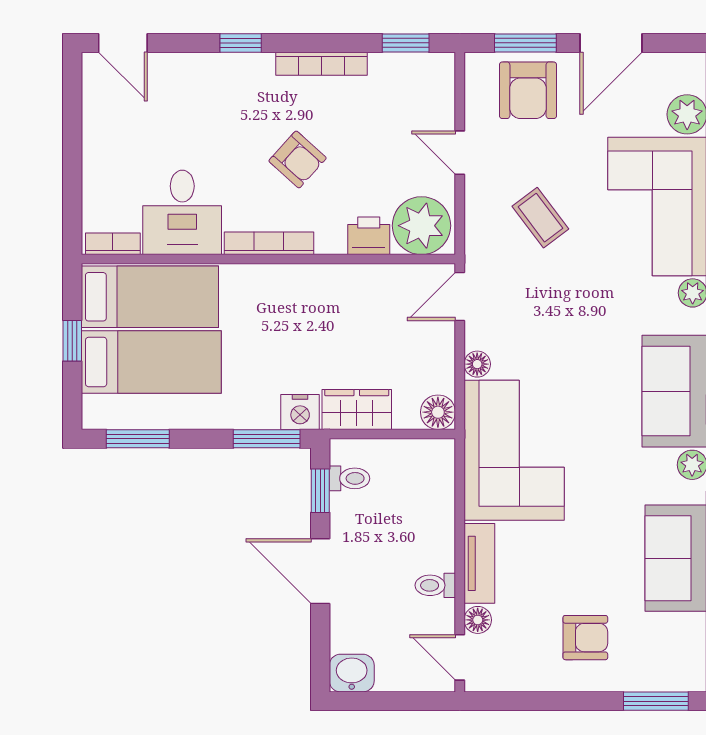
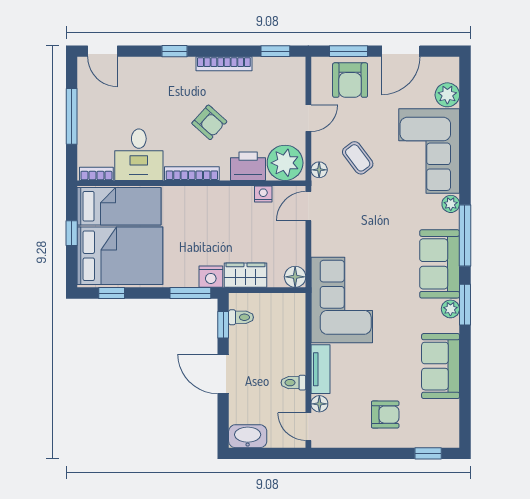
window: (72, 150) -> (72, 116), added
door: (460, 153) -> (308, 118), swing flipped
printer: (369, 236) -> (248, 166), width x1.36, depth x1.24
nightstand: (386, 277) -> (263, 194), added
bed: (151, 362) -> (120, 256), width x1.50
floor lamp: (477, 364) -> (319, 170), moved
window: (138, 439) -> (112, 293), width x0.67
washbasin: (352, 673) -> (248, 436), width x1.38
window: (656, 701) -> (428, 453), width x0.67

